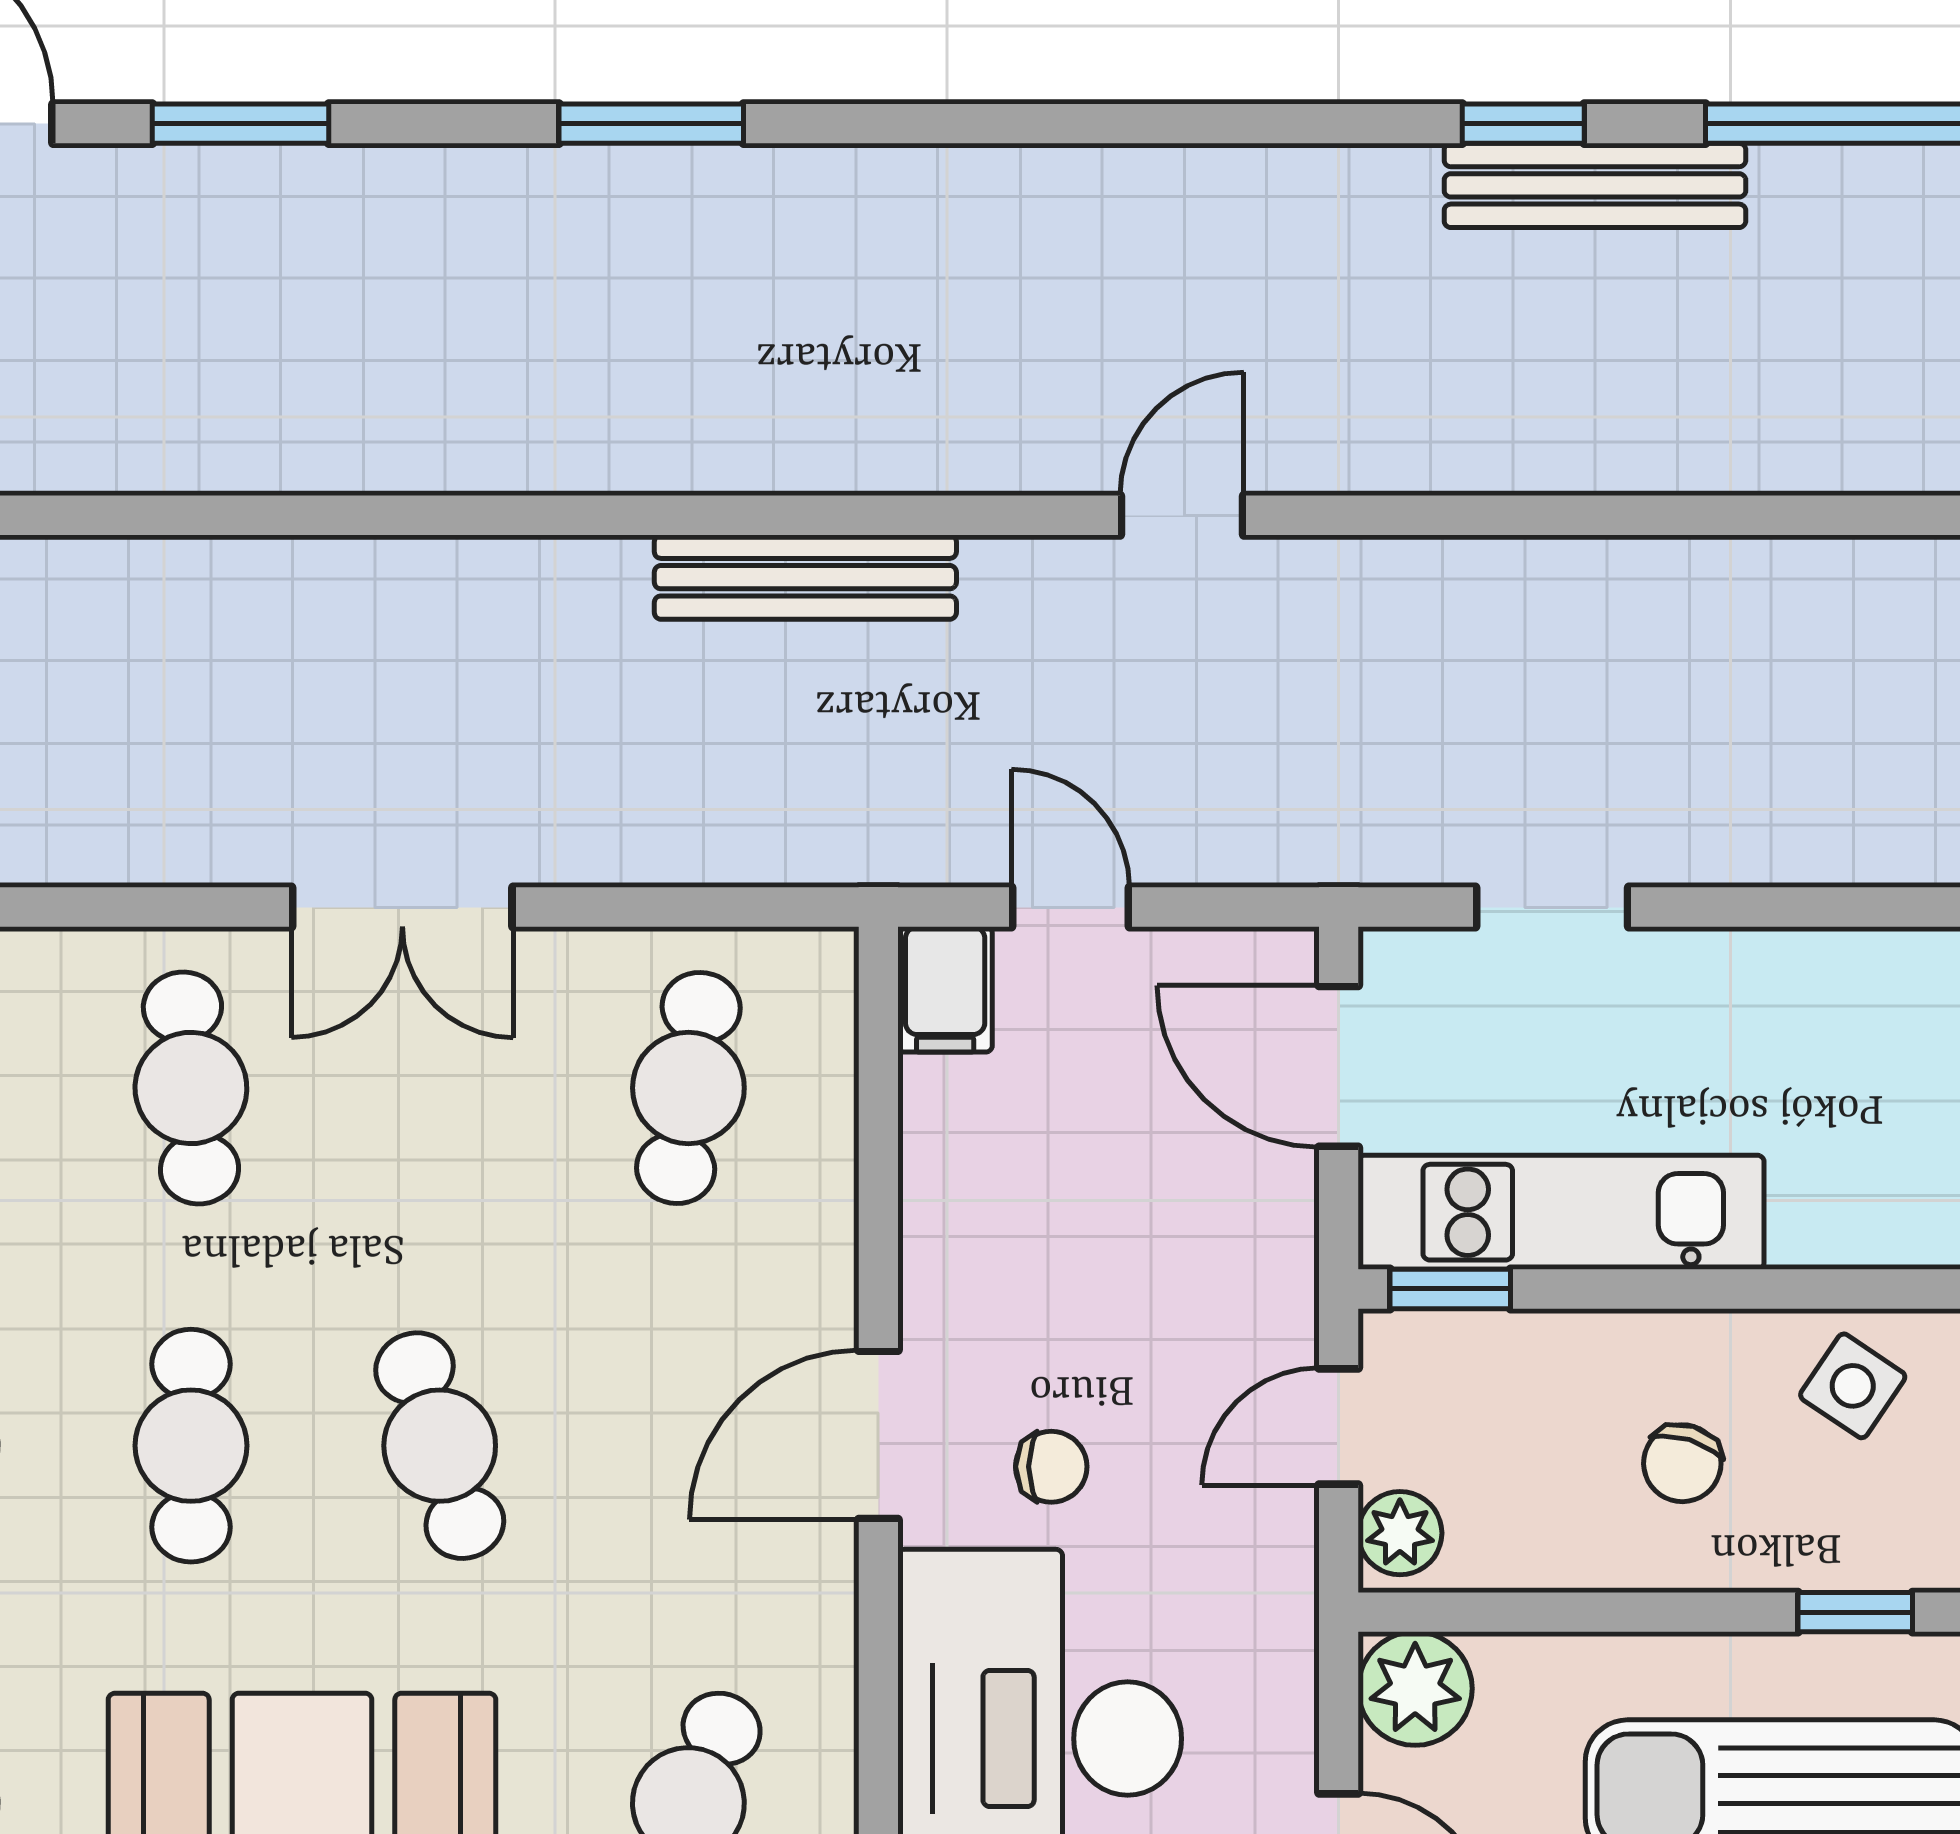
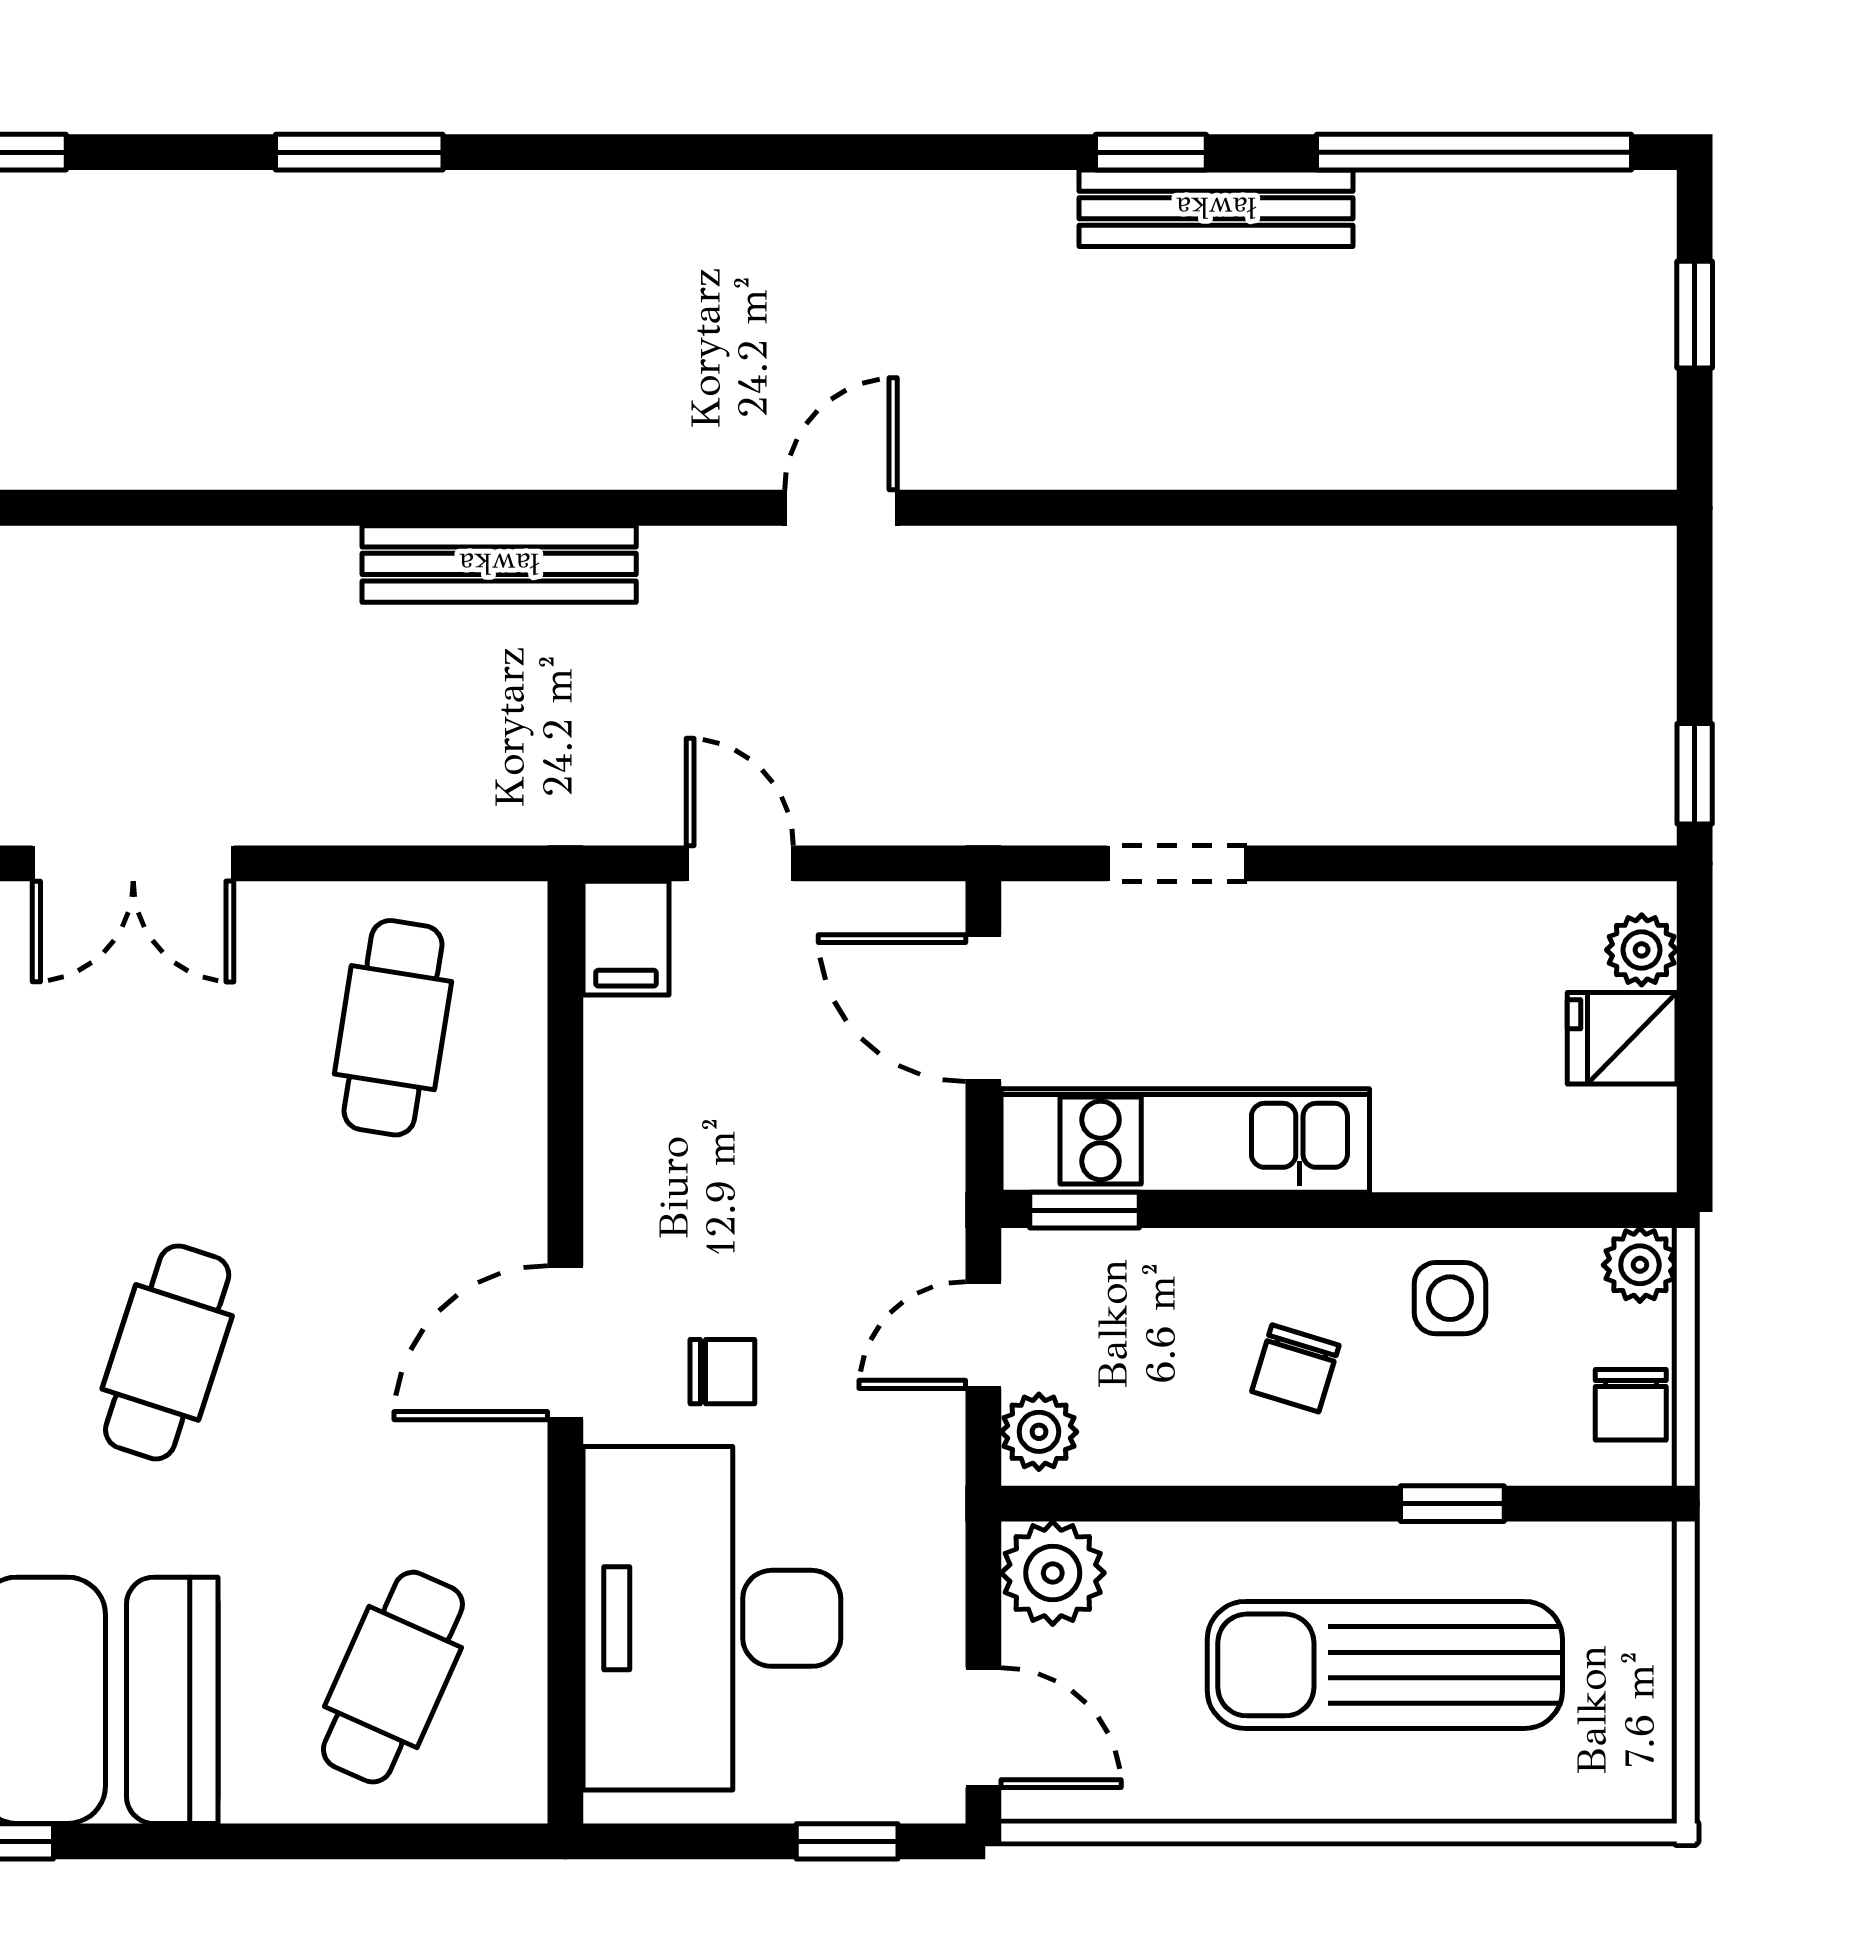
side table: (1853, 1386) -> (1450, 1298), turned -34
cafe table: (440, 1446) -> (167, 1352), turned 36

